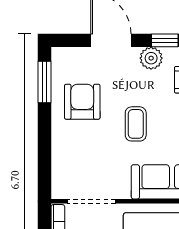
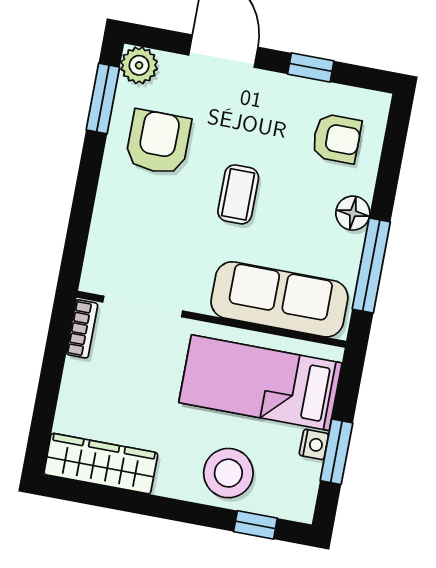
plant: (151, 58) -> (139, 65), moved

